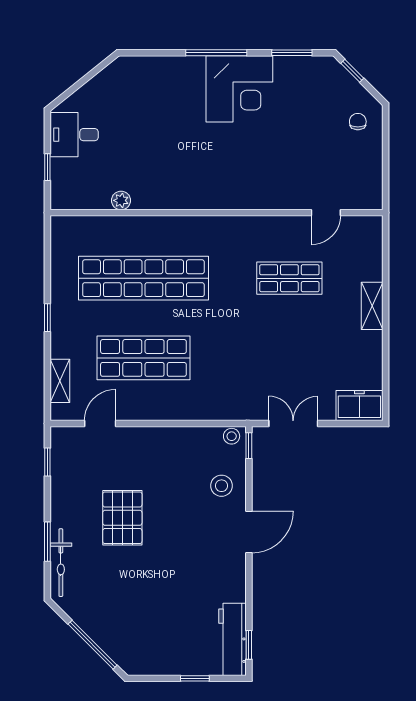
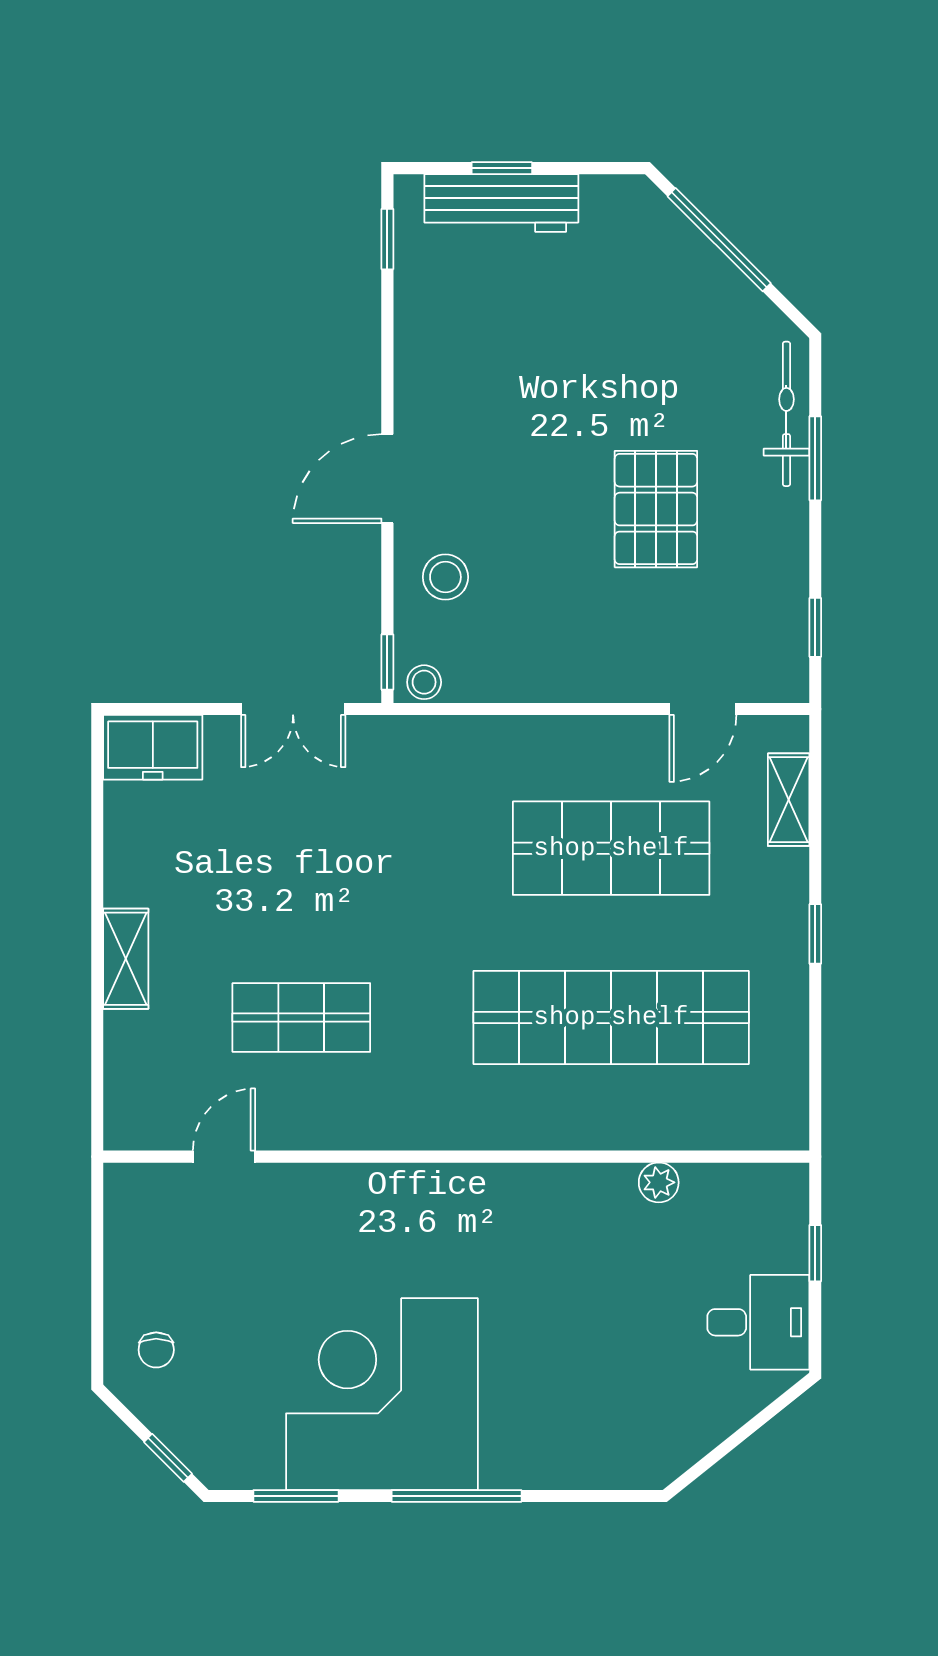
corner desk: (239, 89) -> (382, 1394), width x1.36, depth x1.36
workbench: (232, 639) -> (501, 203), moved, turned 90

